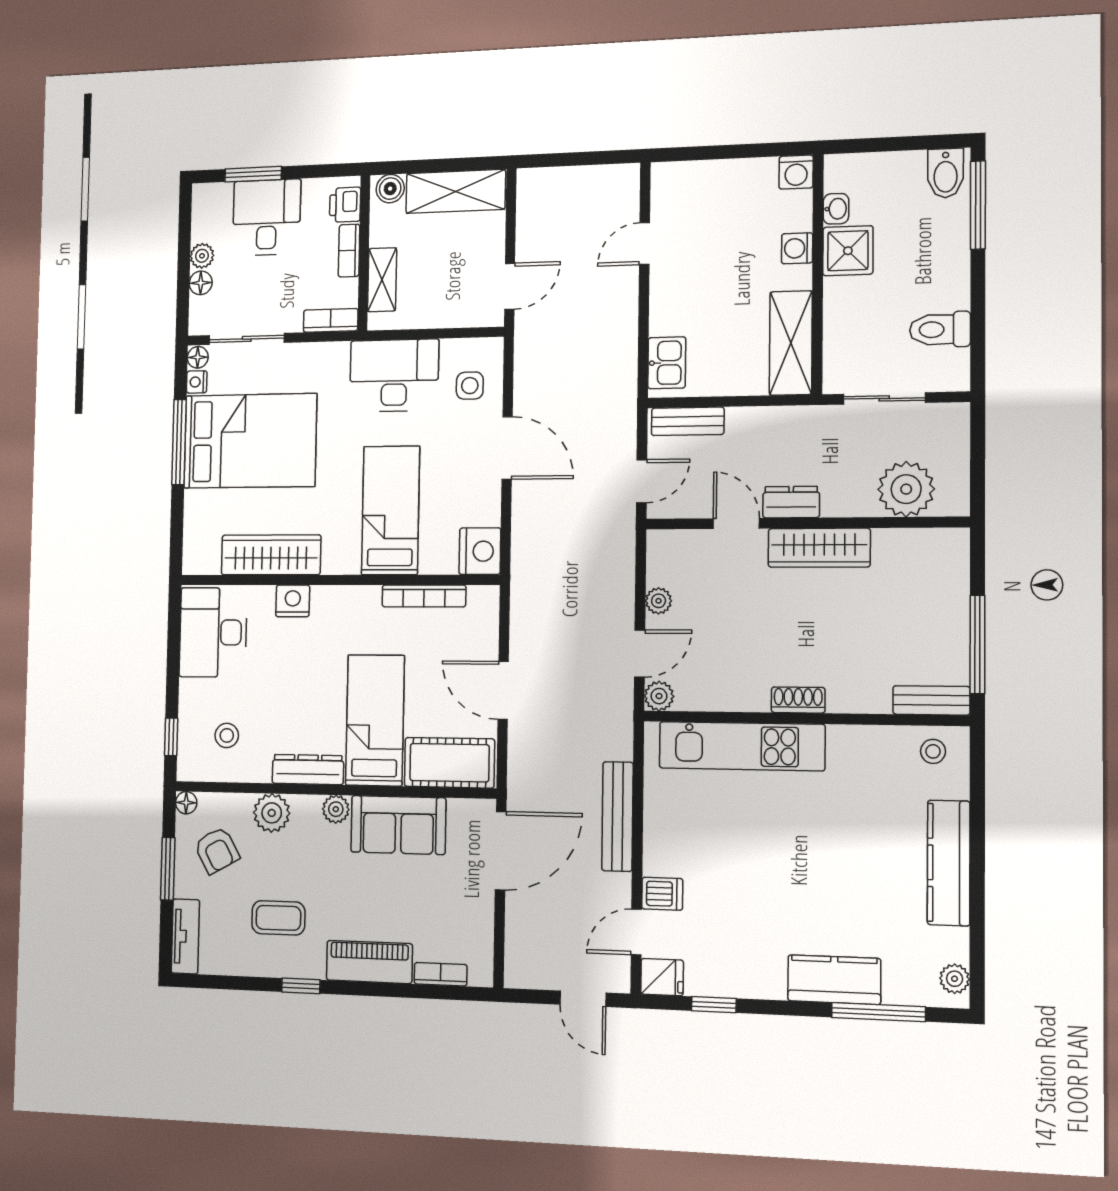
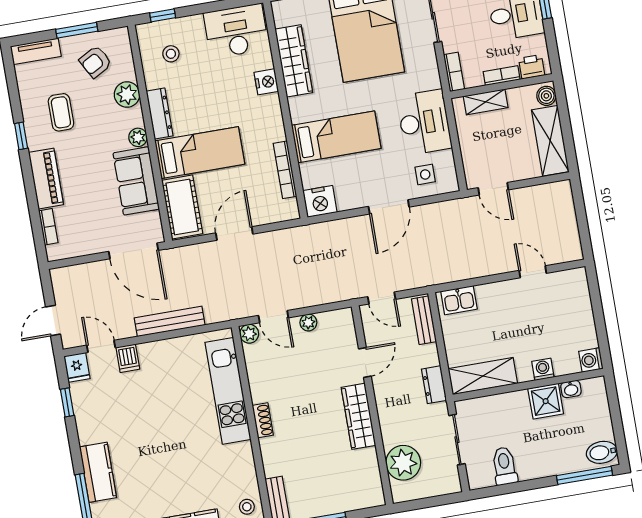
dresser: (791, 502) -> (434, 385), moved, turned 180
floor lamp: (186, 803) -> (122, 34), removed

